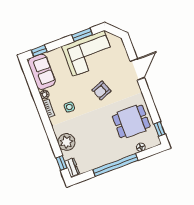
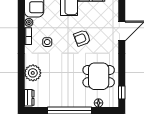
window: (62, 163) -> (21, 90), removed

